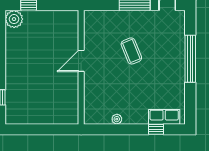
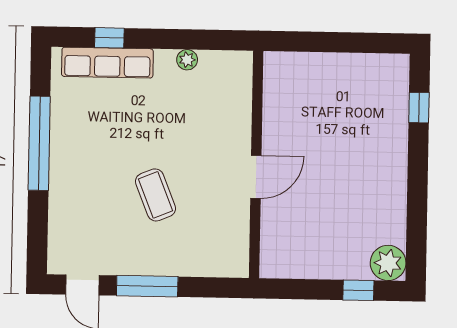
window: (190, 59) -> (39, 143), moved
row of seats: (164, 117) -> (107, 63), width x1.48

